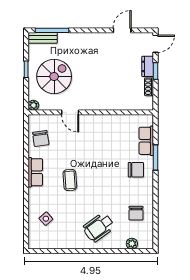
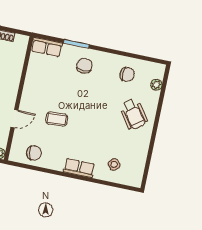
row of seats: (146, 141) -> (47, 47), moved
row of seats: (35, 172) -> (79, 168), moved
coffee table: (70, 180) -> (57, 119), moved

